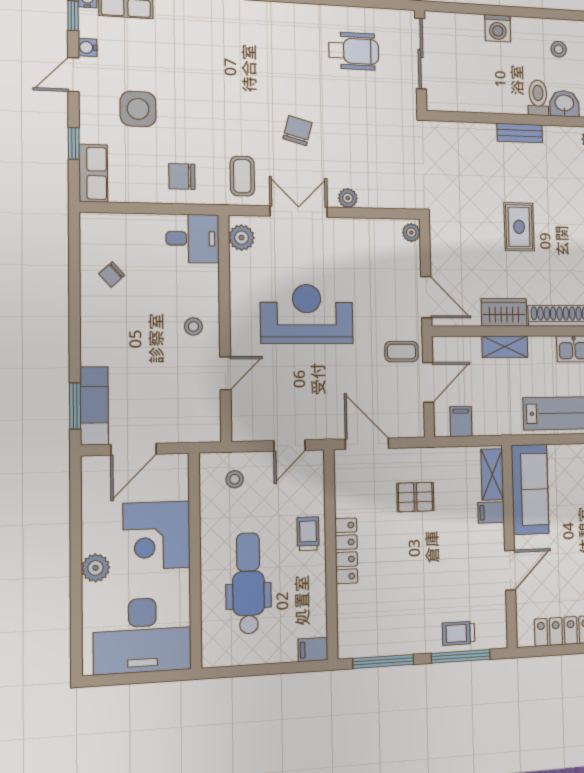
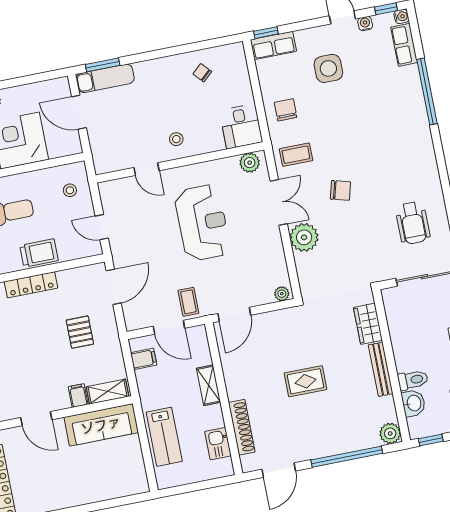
bench: (520, 133) -> (381, 369), width x1.36
window: (74, 143) -> (266, 33), moved
plant: (348, 198) -> (304, 237), width x1.87, depth x1.87
wardrobe: (504, 312) -> (368, 324), moved, turned 180
trolley: (308, 534) -> (39, 253), width x1.36, depth x1.39

